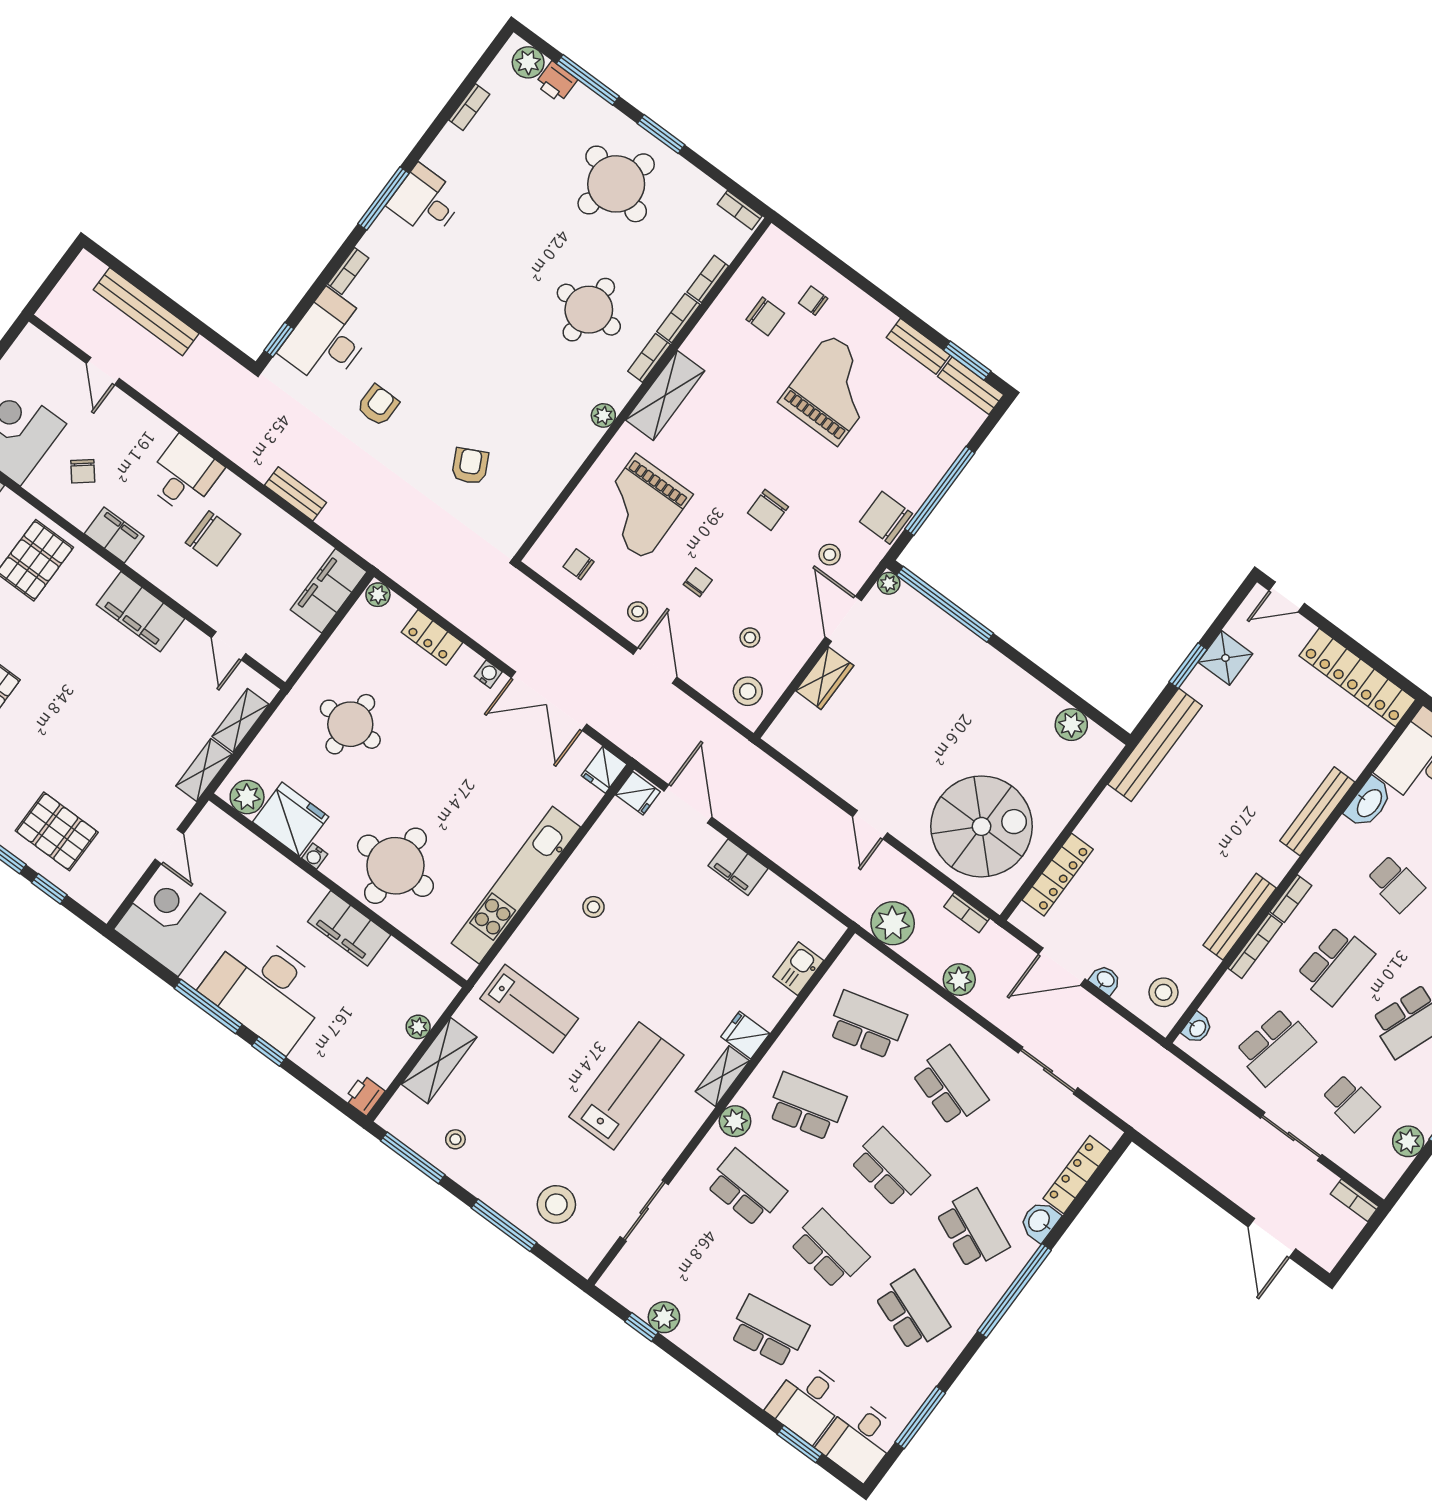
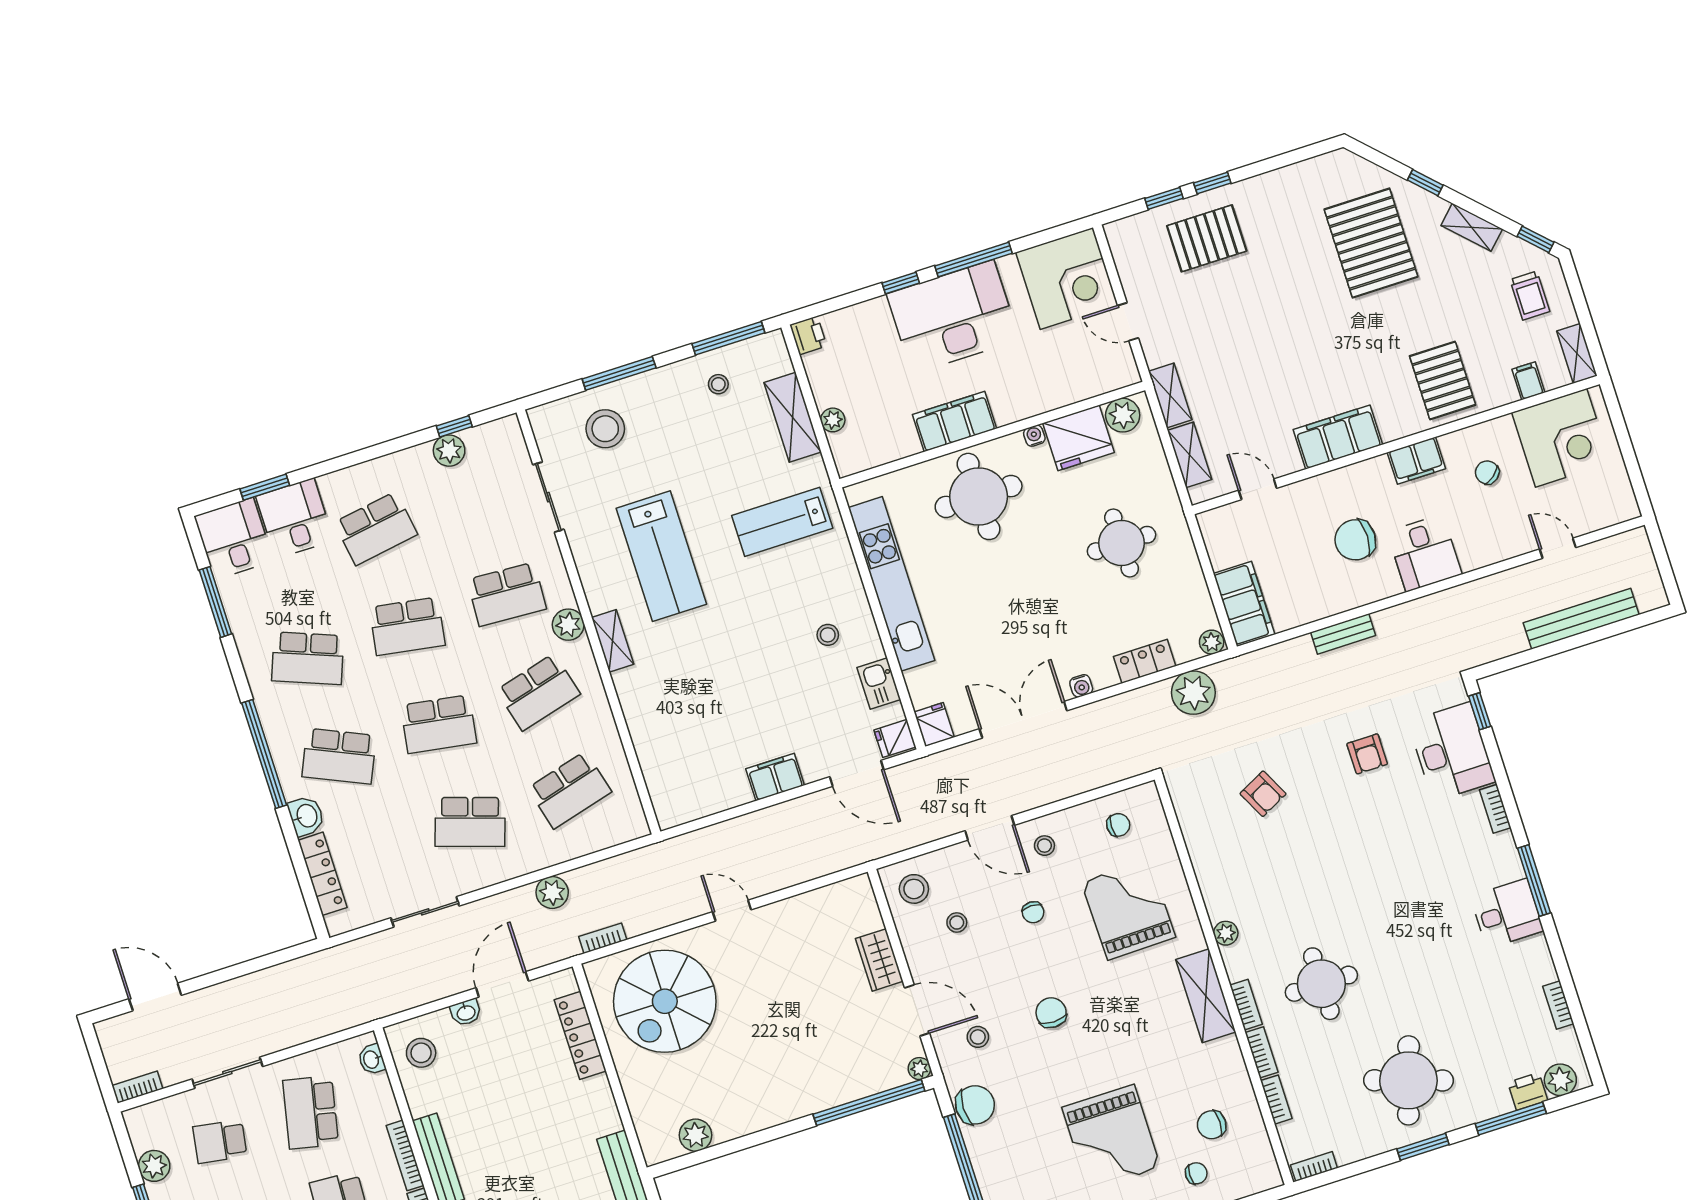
plant: (893, 923) -> (1193, 693), moved
kitchen sink: (798, 969) -> (879, 684), moved, turned 180
fridge: (745, 1035) -> (633, 684), removed

